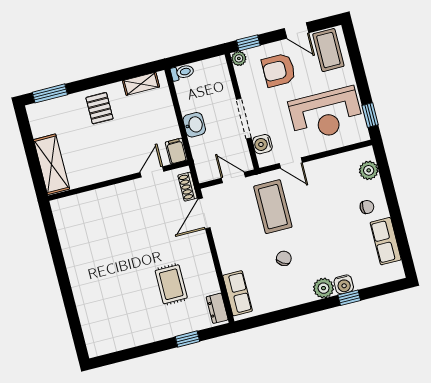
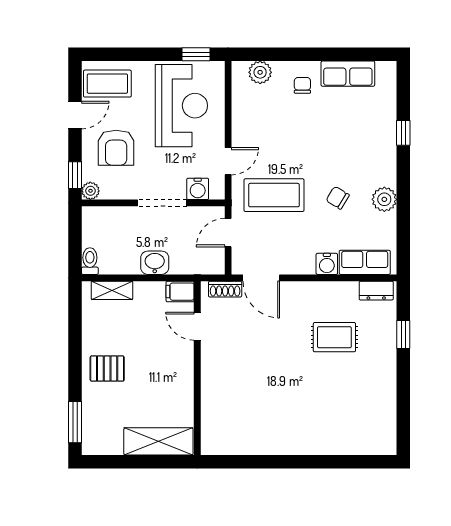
shelving: (141, 84) -> (112, 290), moved, turned 90
water cooler: (344, 284) -> (327, 264), moved, turned 90
plant: (324, 288) -> (384, 199), moved

